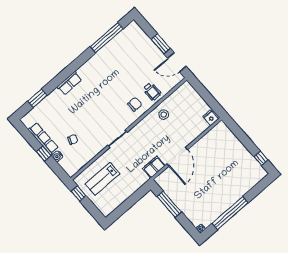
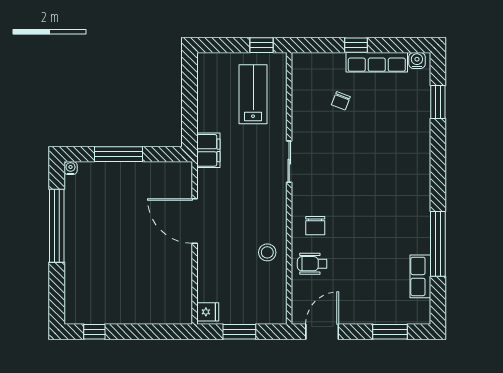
window: (107, 38) -> (438, 244), moved
window: (161, 44) -> (390, 332), moved
row of seats: (69, 83) -> (420, 276), moved
window: (207, 97) -> (239, 332), added
water cooler: (57, 156) -> (417, 60), moved
filing cabinet: (154, 167) -> (208, 150), moved
window: (169, 204) -> (118, 154), moved

